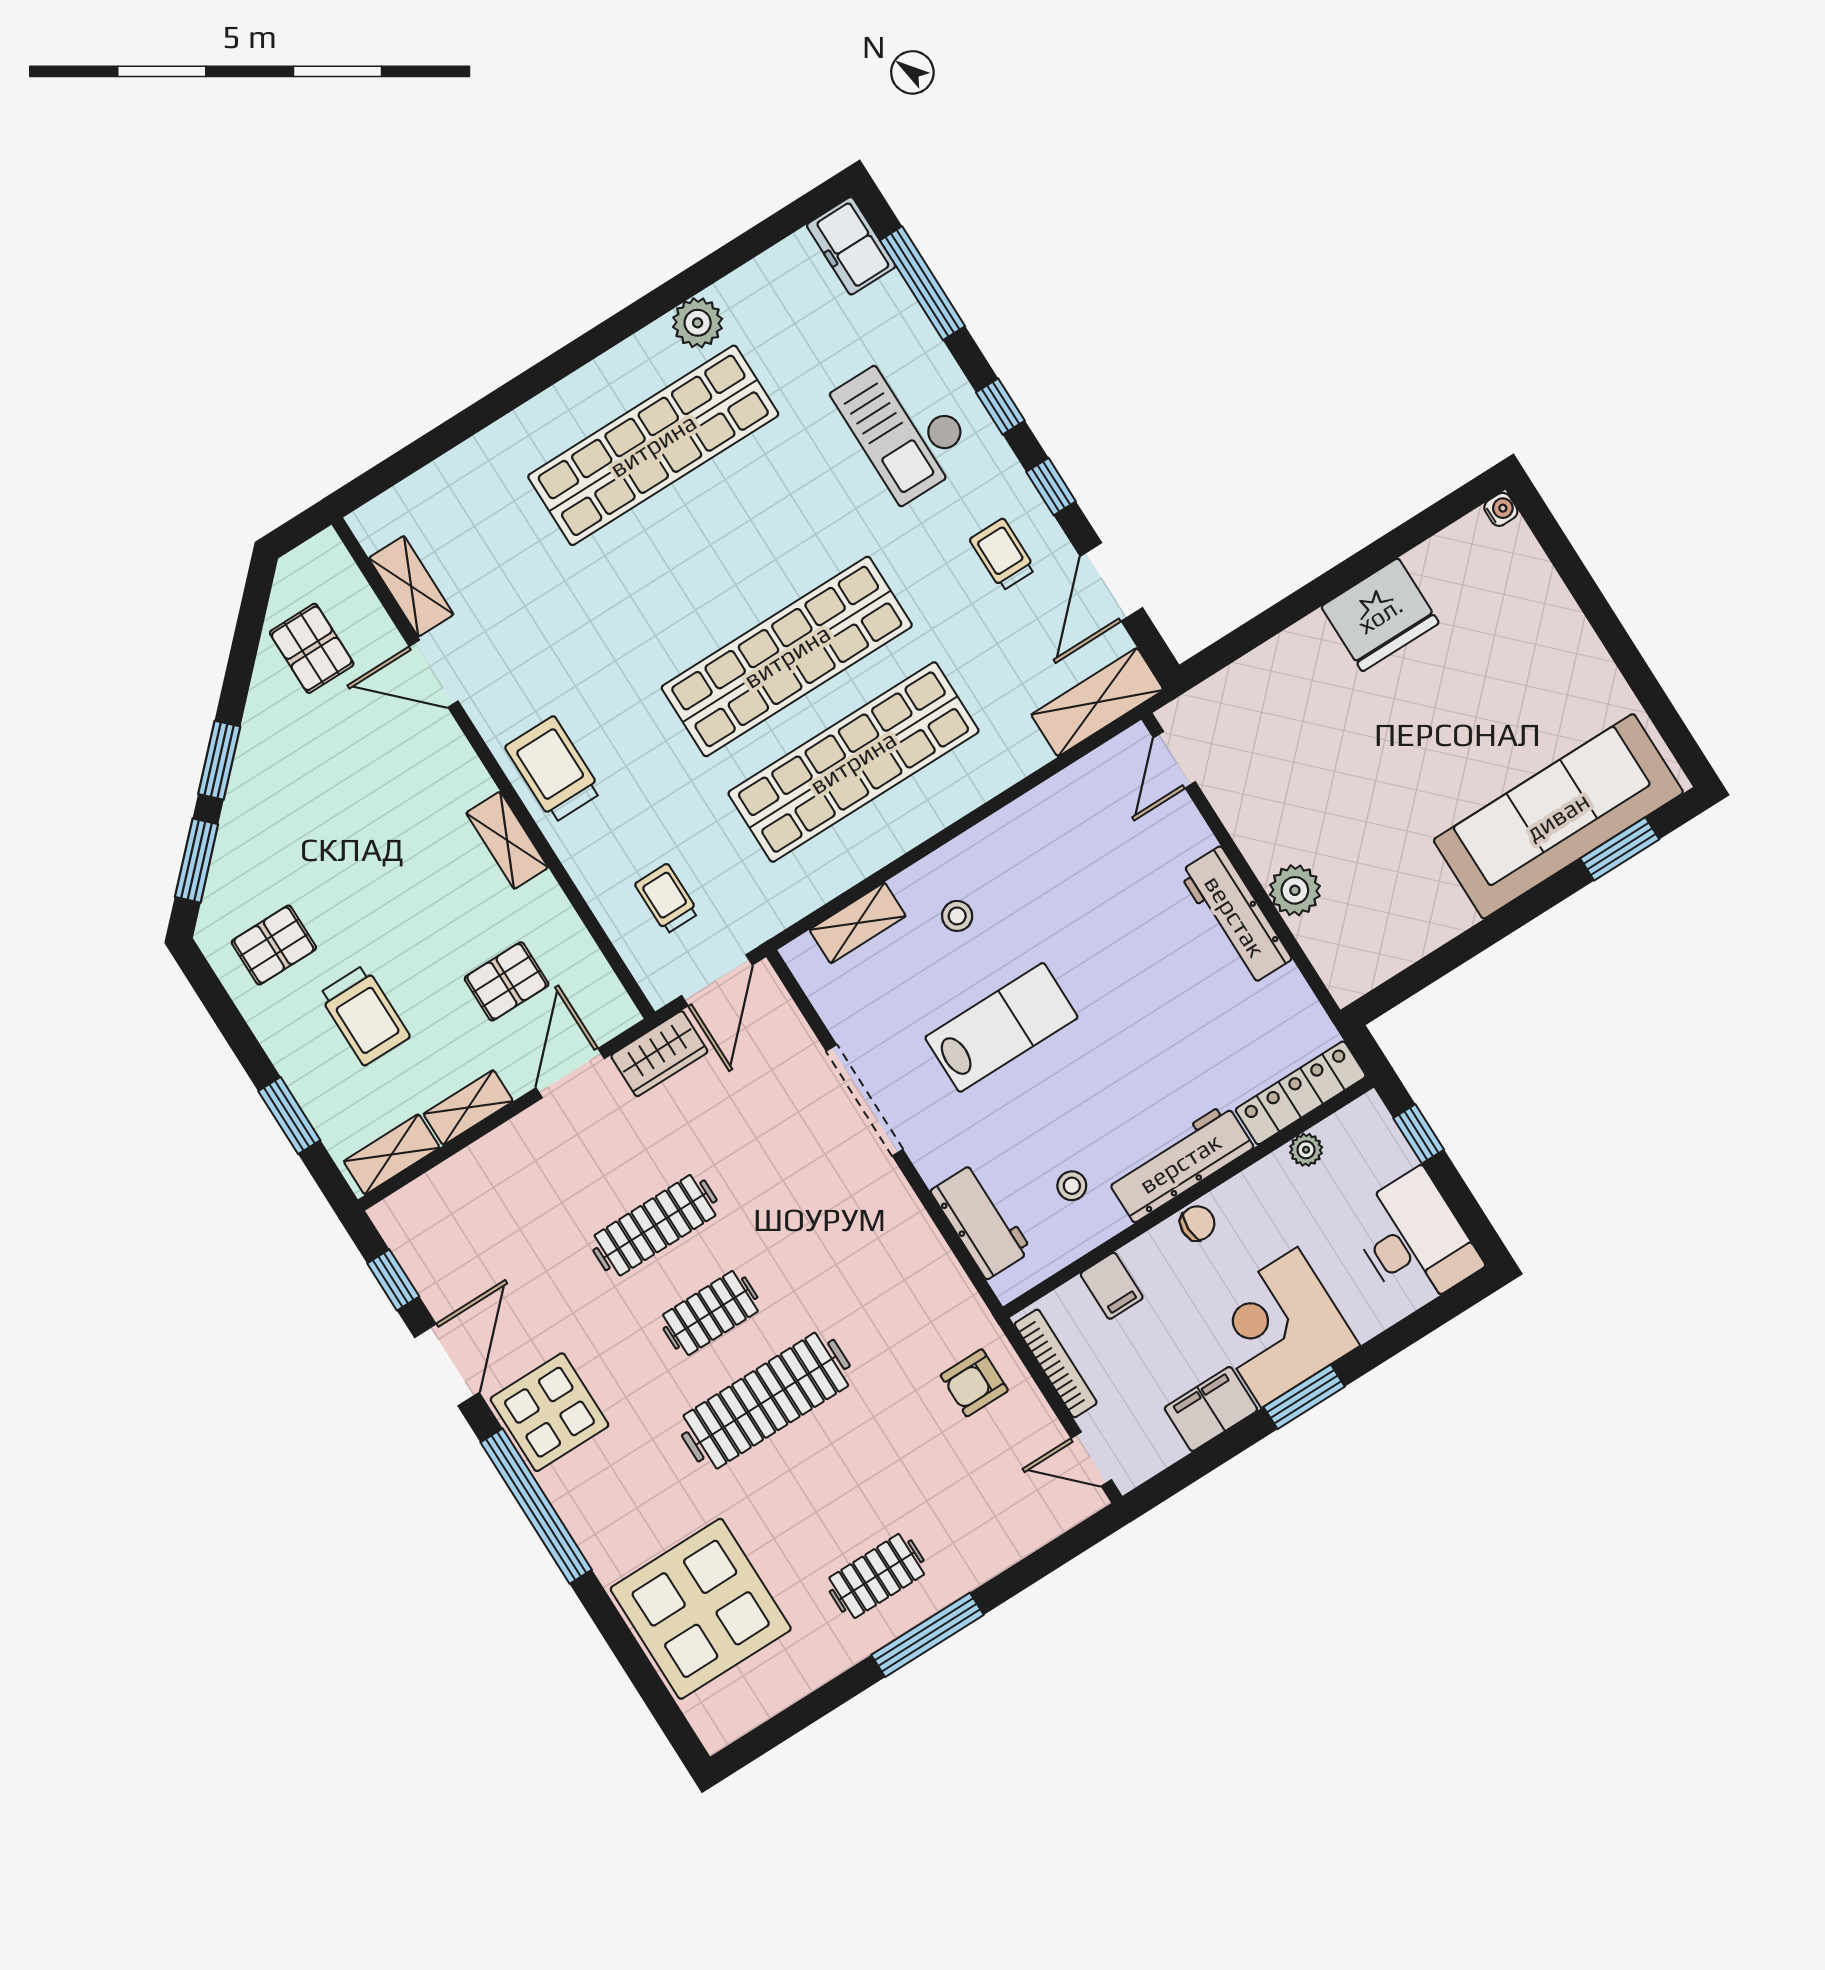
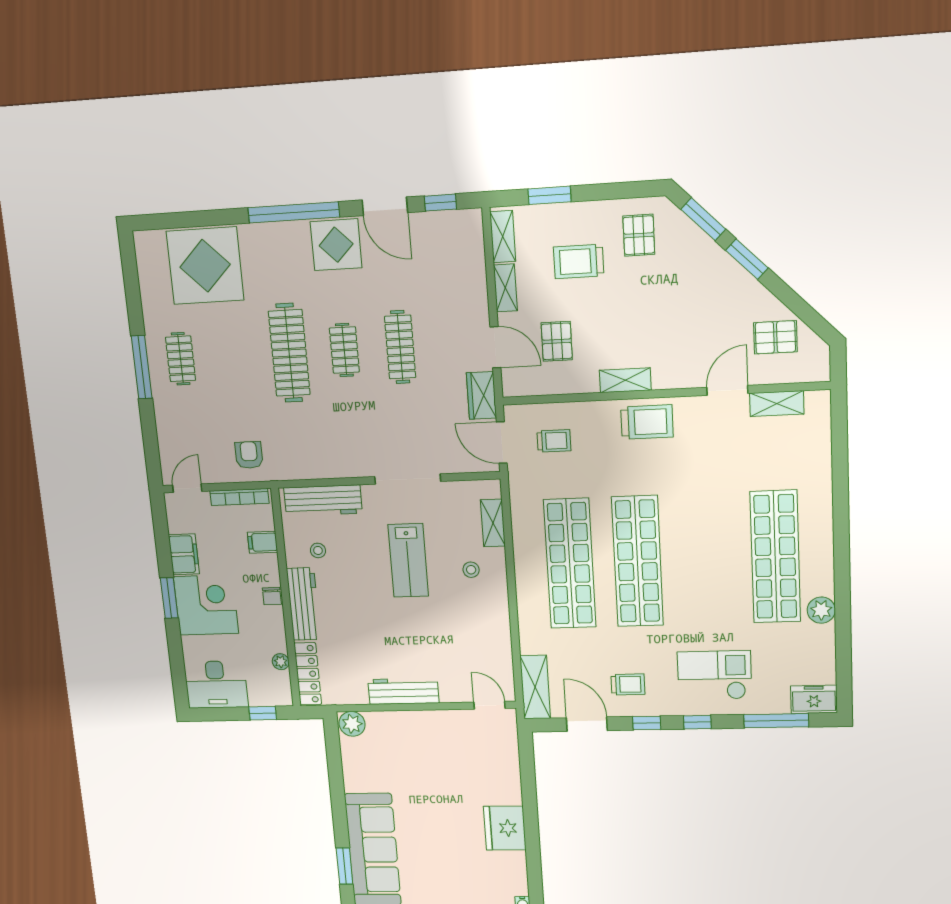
plant: (1295, 890) -> (352, 724), moved
workbench: (981, 1221) -> (323, 501), width x1.38

